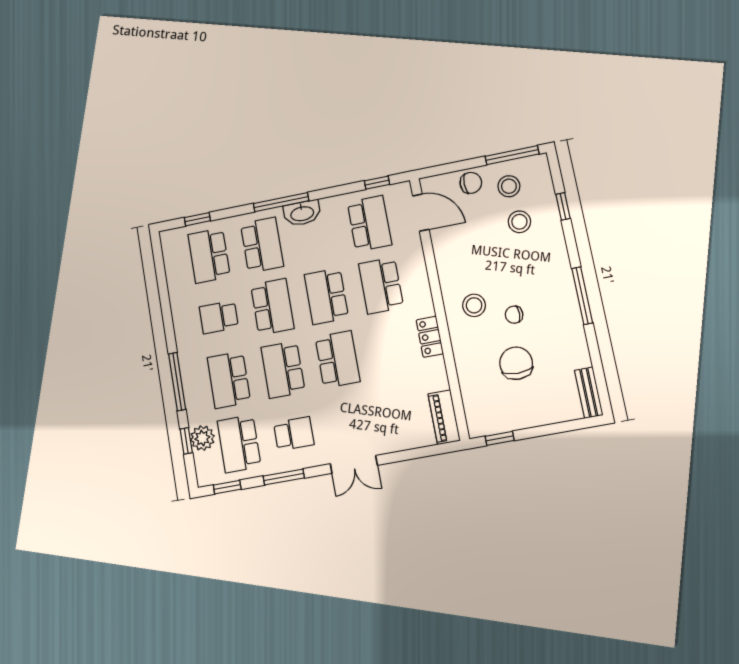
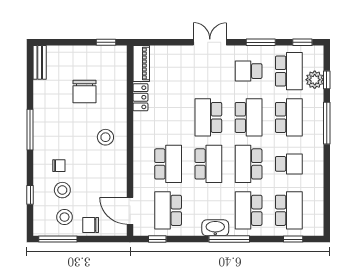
chair: (514, 315) -> (59, 166), moved
locker: (430, 337) -> (140, 97), moved

